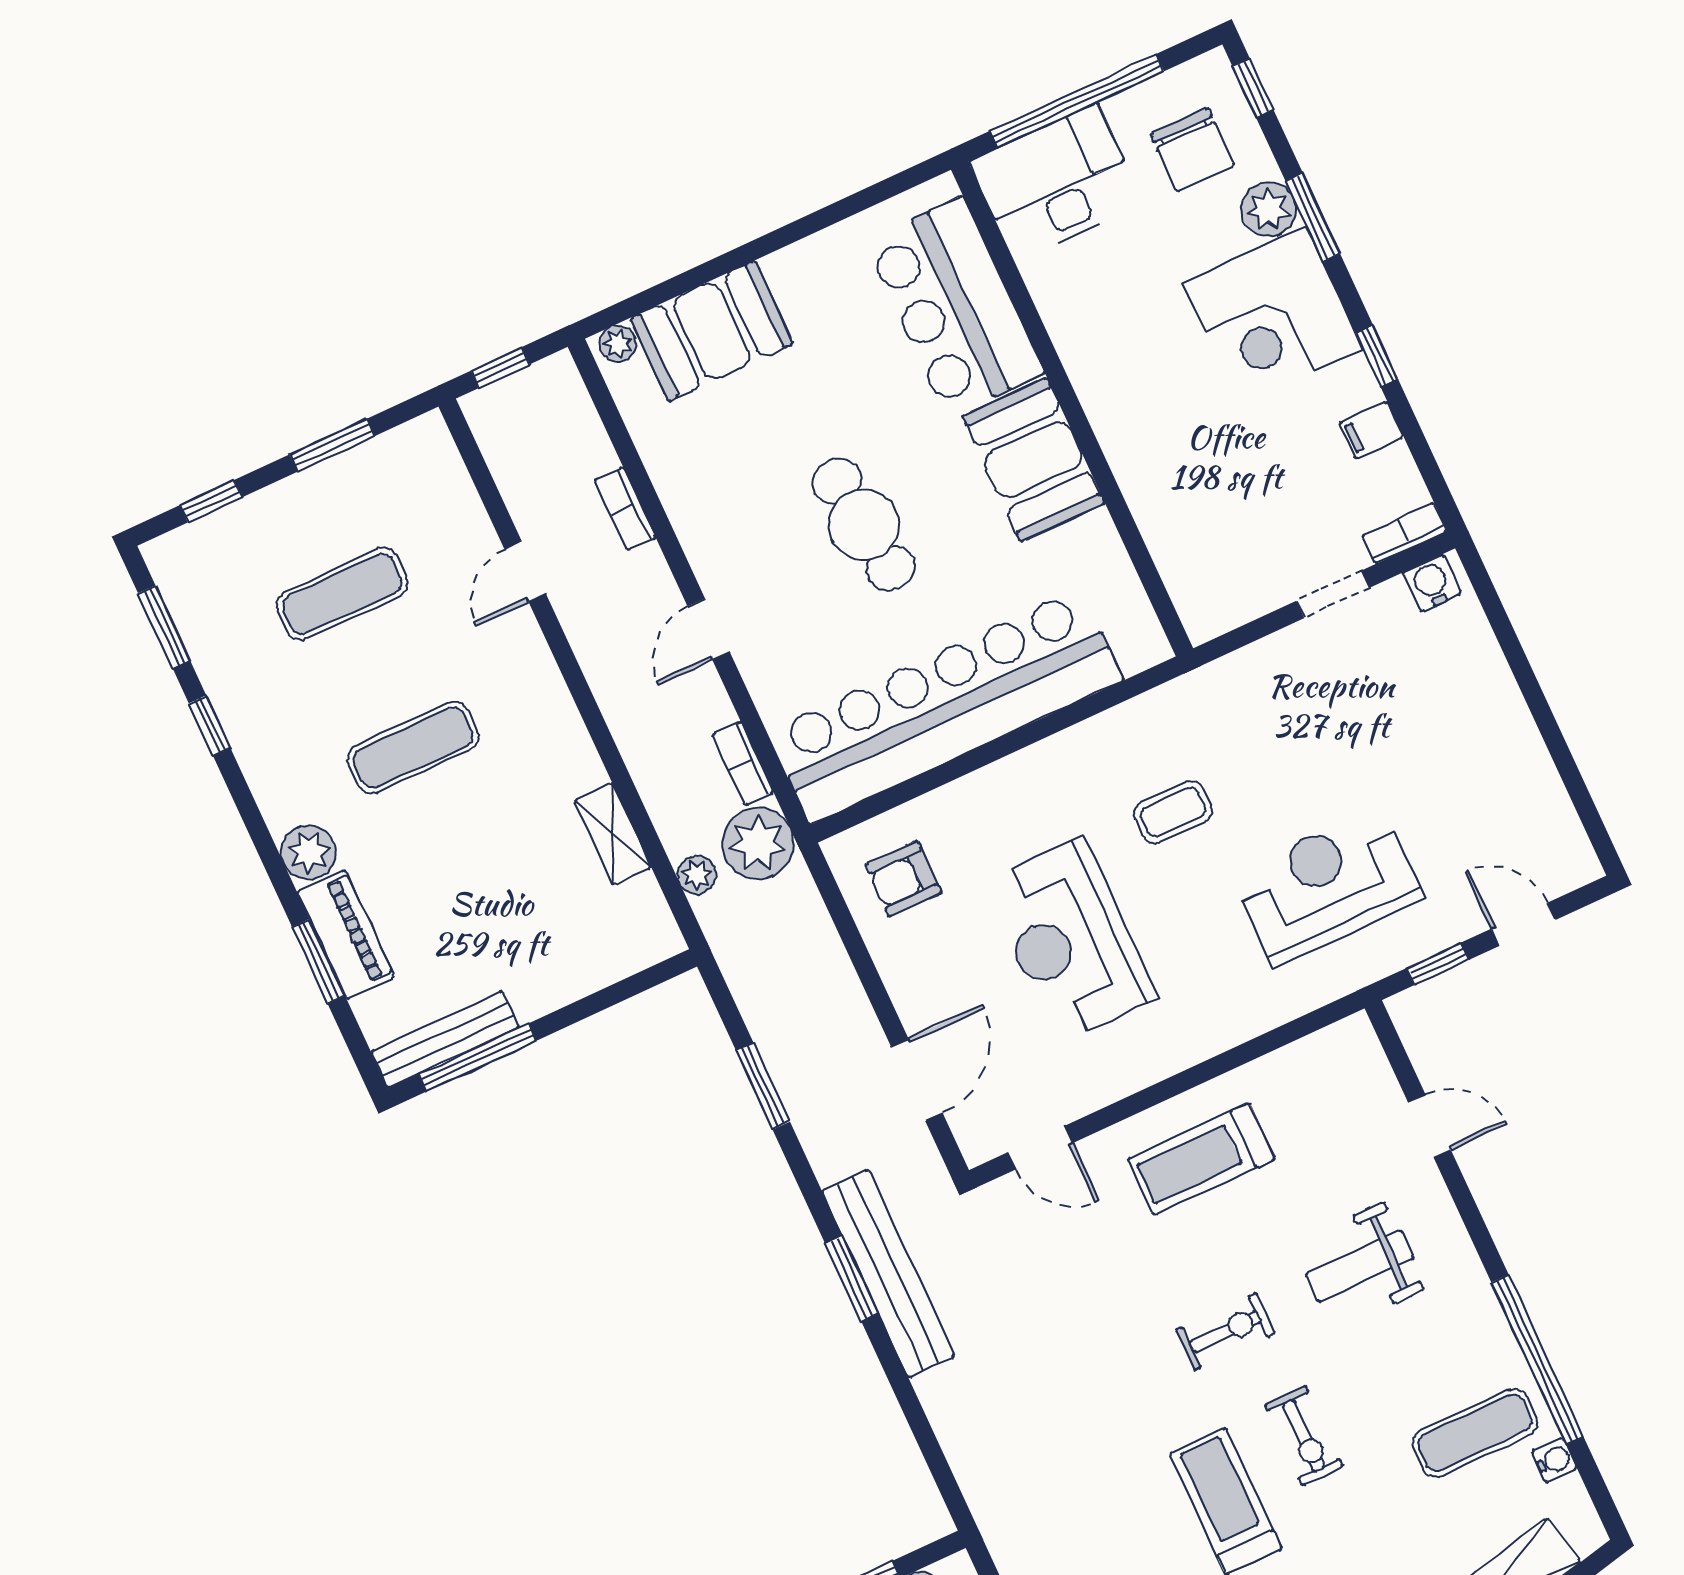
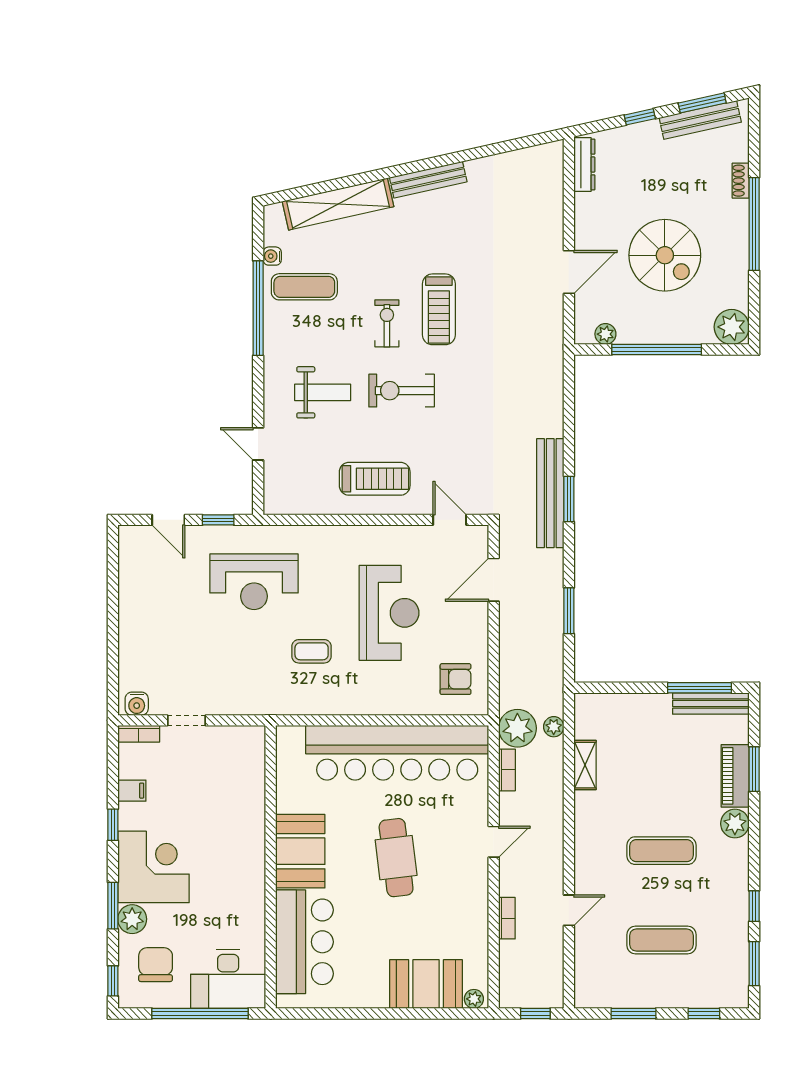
exercise bike: (1225, 1332) -> (402, 391), width x1.38, depth x1.39

